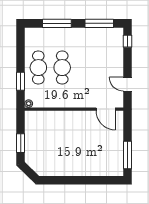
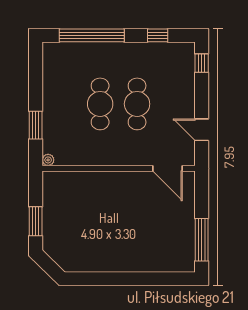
window: (57, 23) -> (92, 35), width x1.46
window: (99, 23) -> (158, 35), width x0.46
cafe table: (38, 68) -> (137, 104), moved

